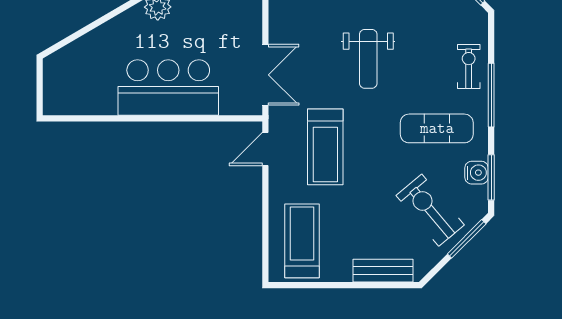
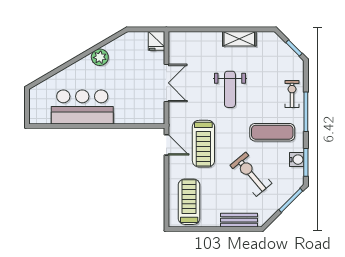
double door: (265, 75) -> (166, 83), moved
bar counter: (168, 87) -> (82, 107), moved
door: (265, 149) -> (166, 145), swing flipped
exercise bike: (430, 210) -> (251, 174), moved

